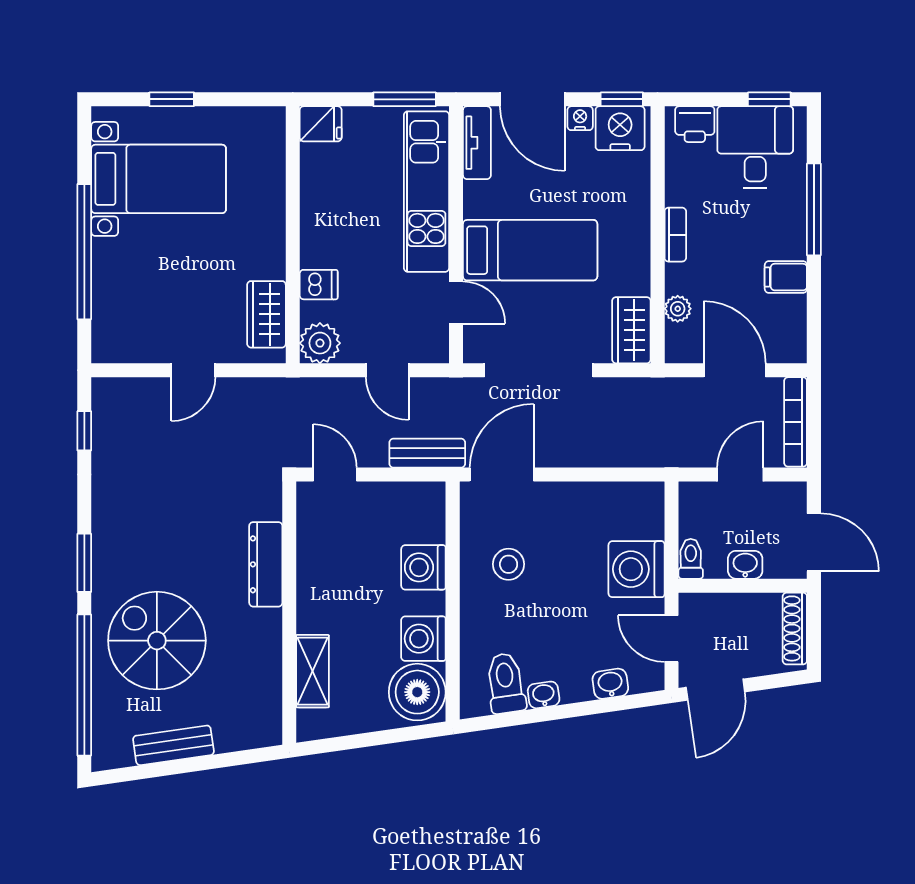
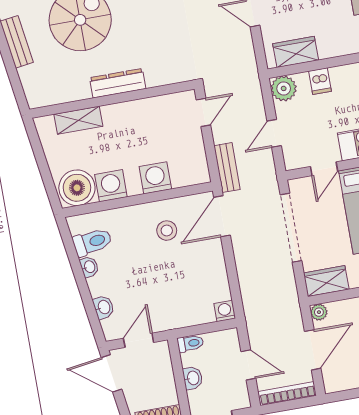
plant: (678, 309) -> (319, 312), moved
door: (502, 475) -> (222, 216), swing flipped
dresser: (266, 564) -> (118, 83), moved
washing machine: (636, 569) -> (225, 311), moved, width x0.53, depth x0.53

